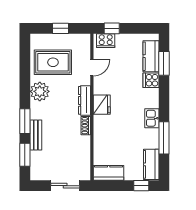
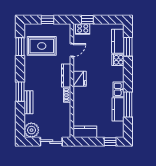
plant: (40, 91) -> (31, 130), moved
window: (25, 155) -> (20, 47), moved
kitchen counter: (151, 164) -> (118, 109), moved

